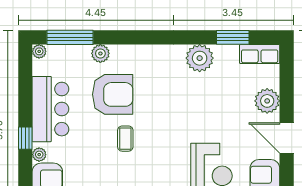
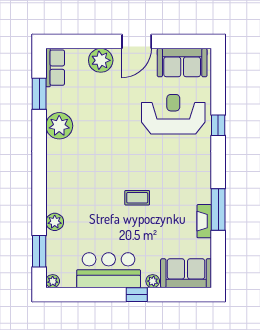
window: (70, 37) -> (39, 251), width x0.69
armchair: (113, 94) -> (94, 210), removed

